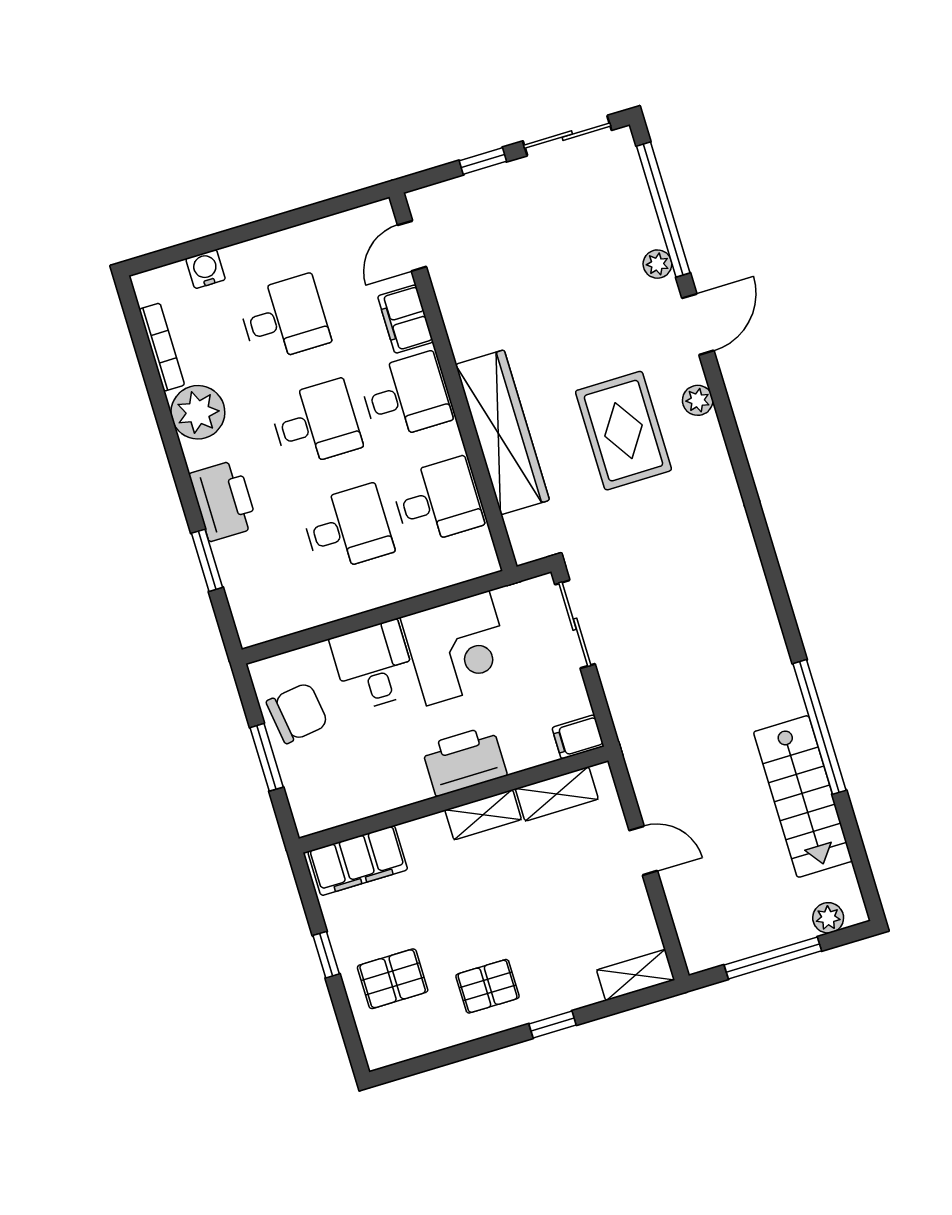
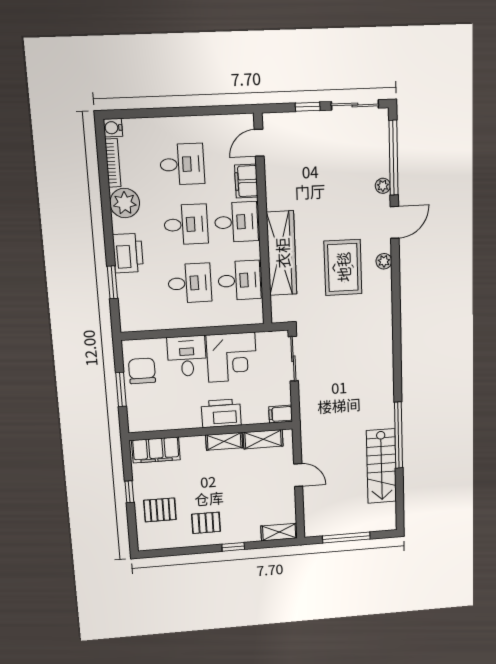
water cooler: (206, 269) -> (113, 128), moved, turned -90
chair: (297, 713) -> (142, 371), turned -82
plant: (828, 918) -> (377, 525), removed

